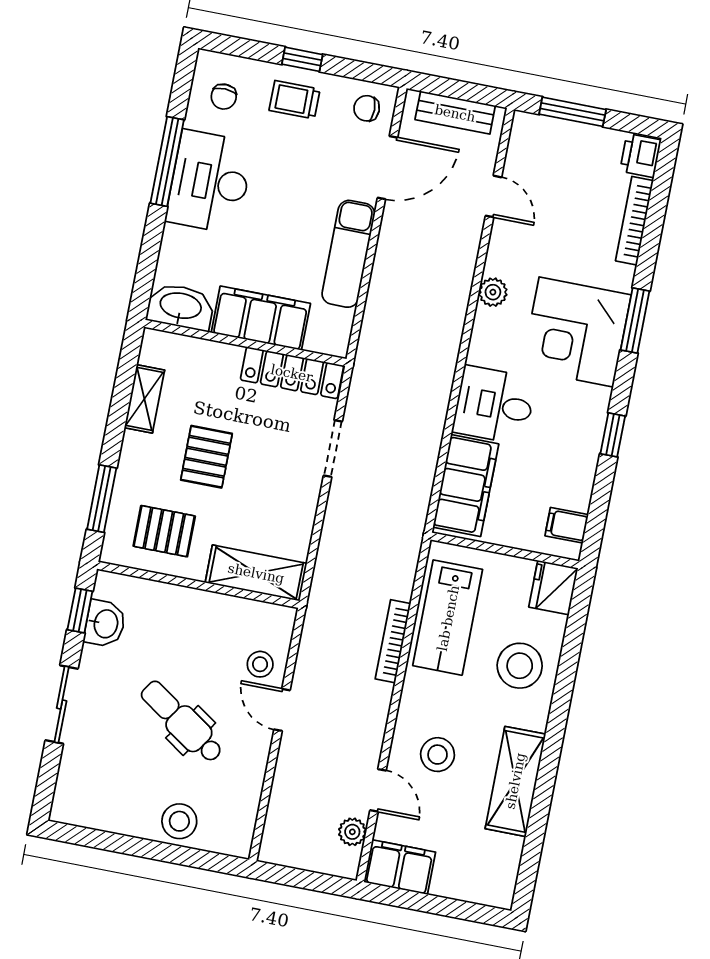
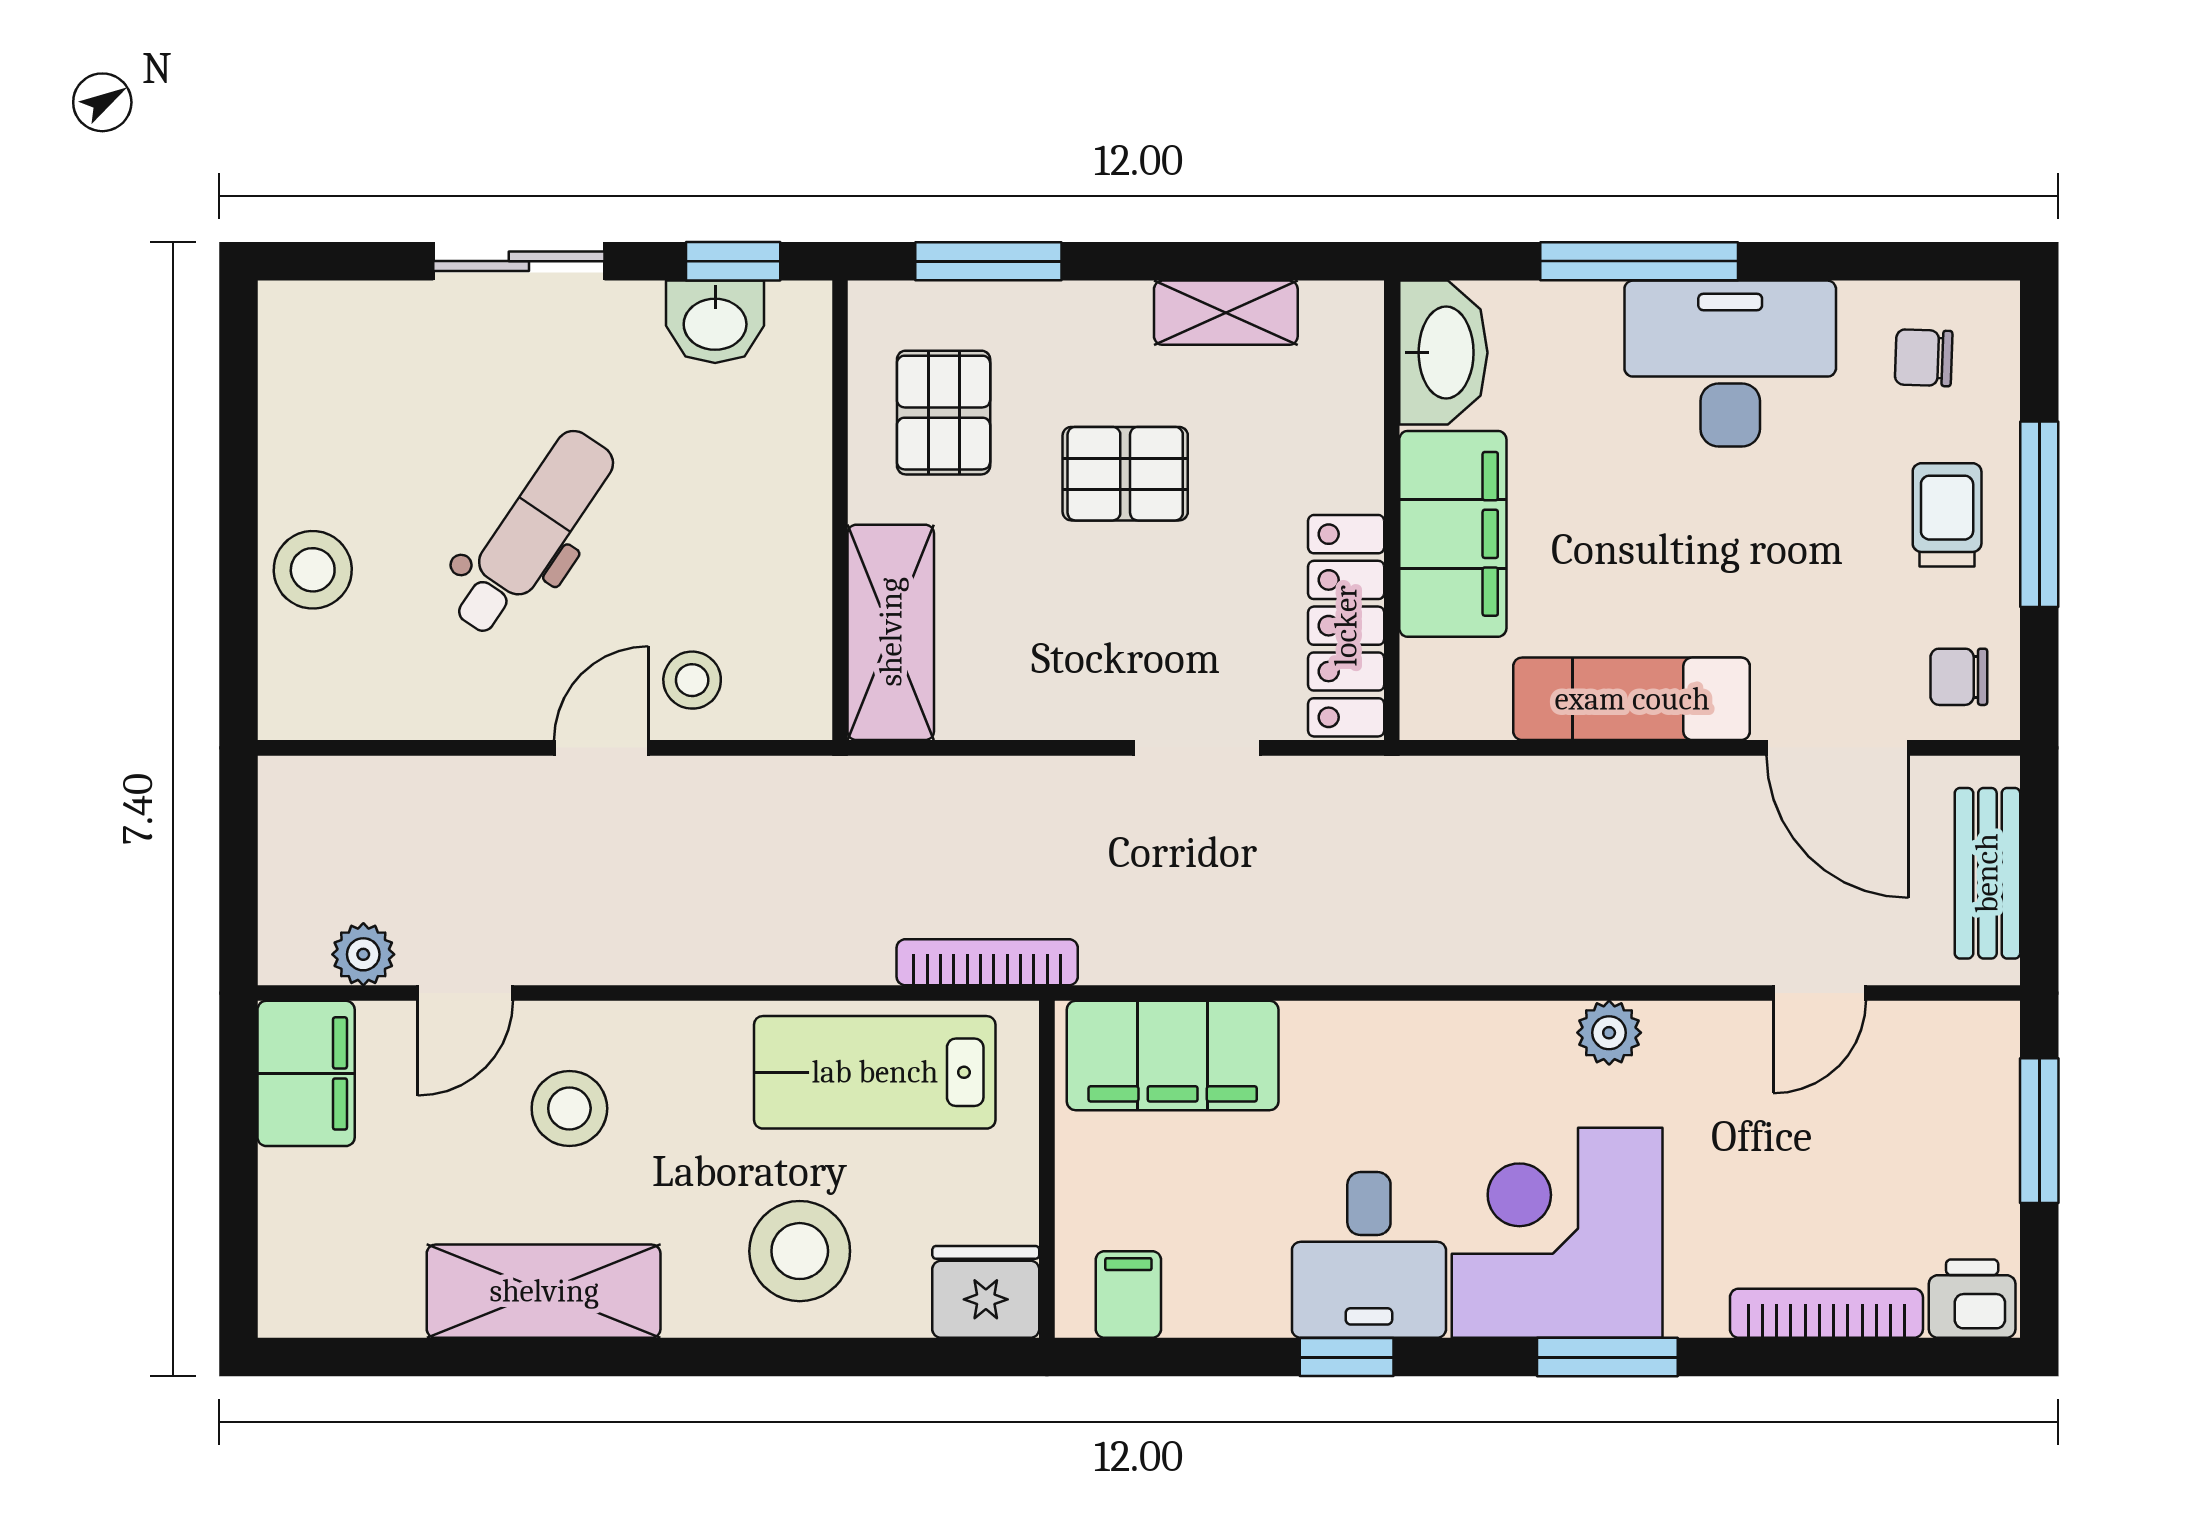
window: (302, 59) -> (2039, 514), width x2.17
chair: (367, 108) -> (1959, 677), turned -90
window: (167, 162) -> (1639, 261), moved
desk: (494, 405) -> (1369, 1255), moved, turned 180
bookcase: (393, 641) -> (987, 962), moved

